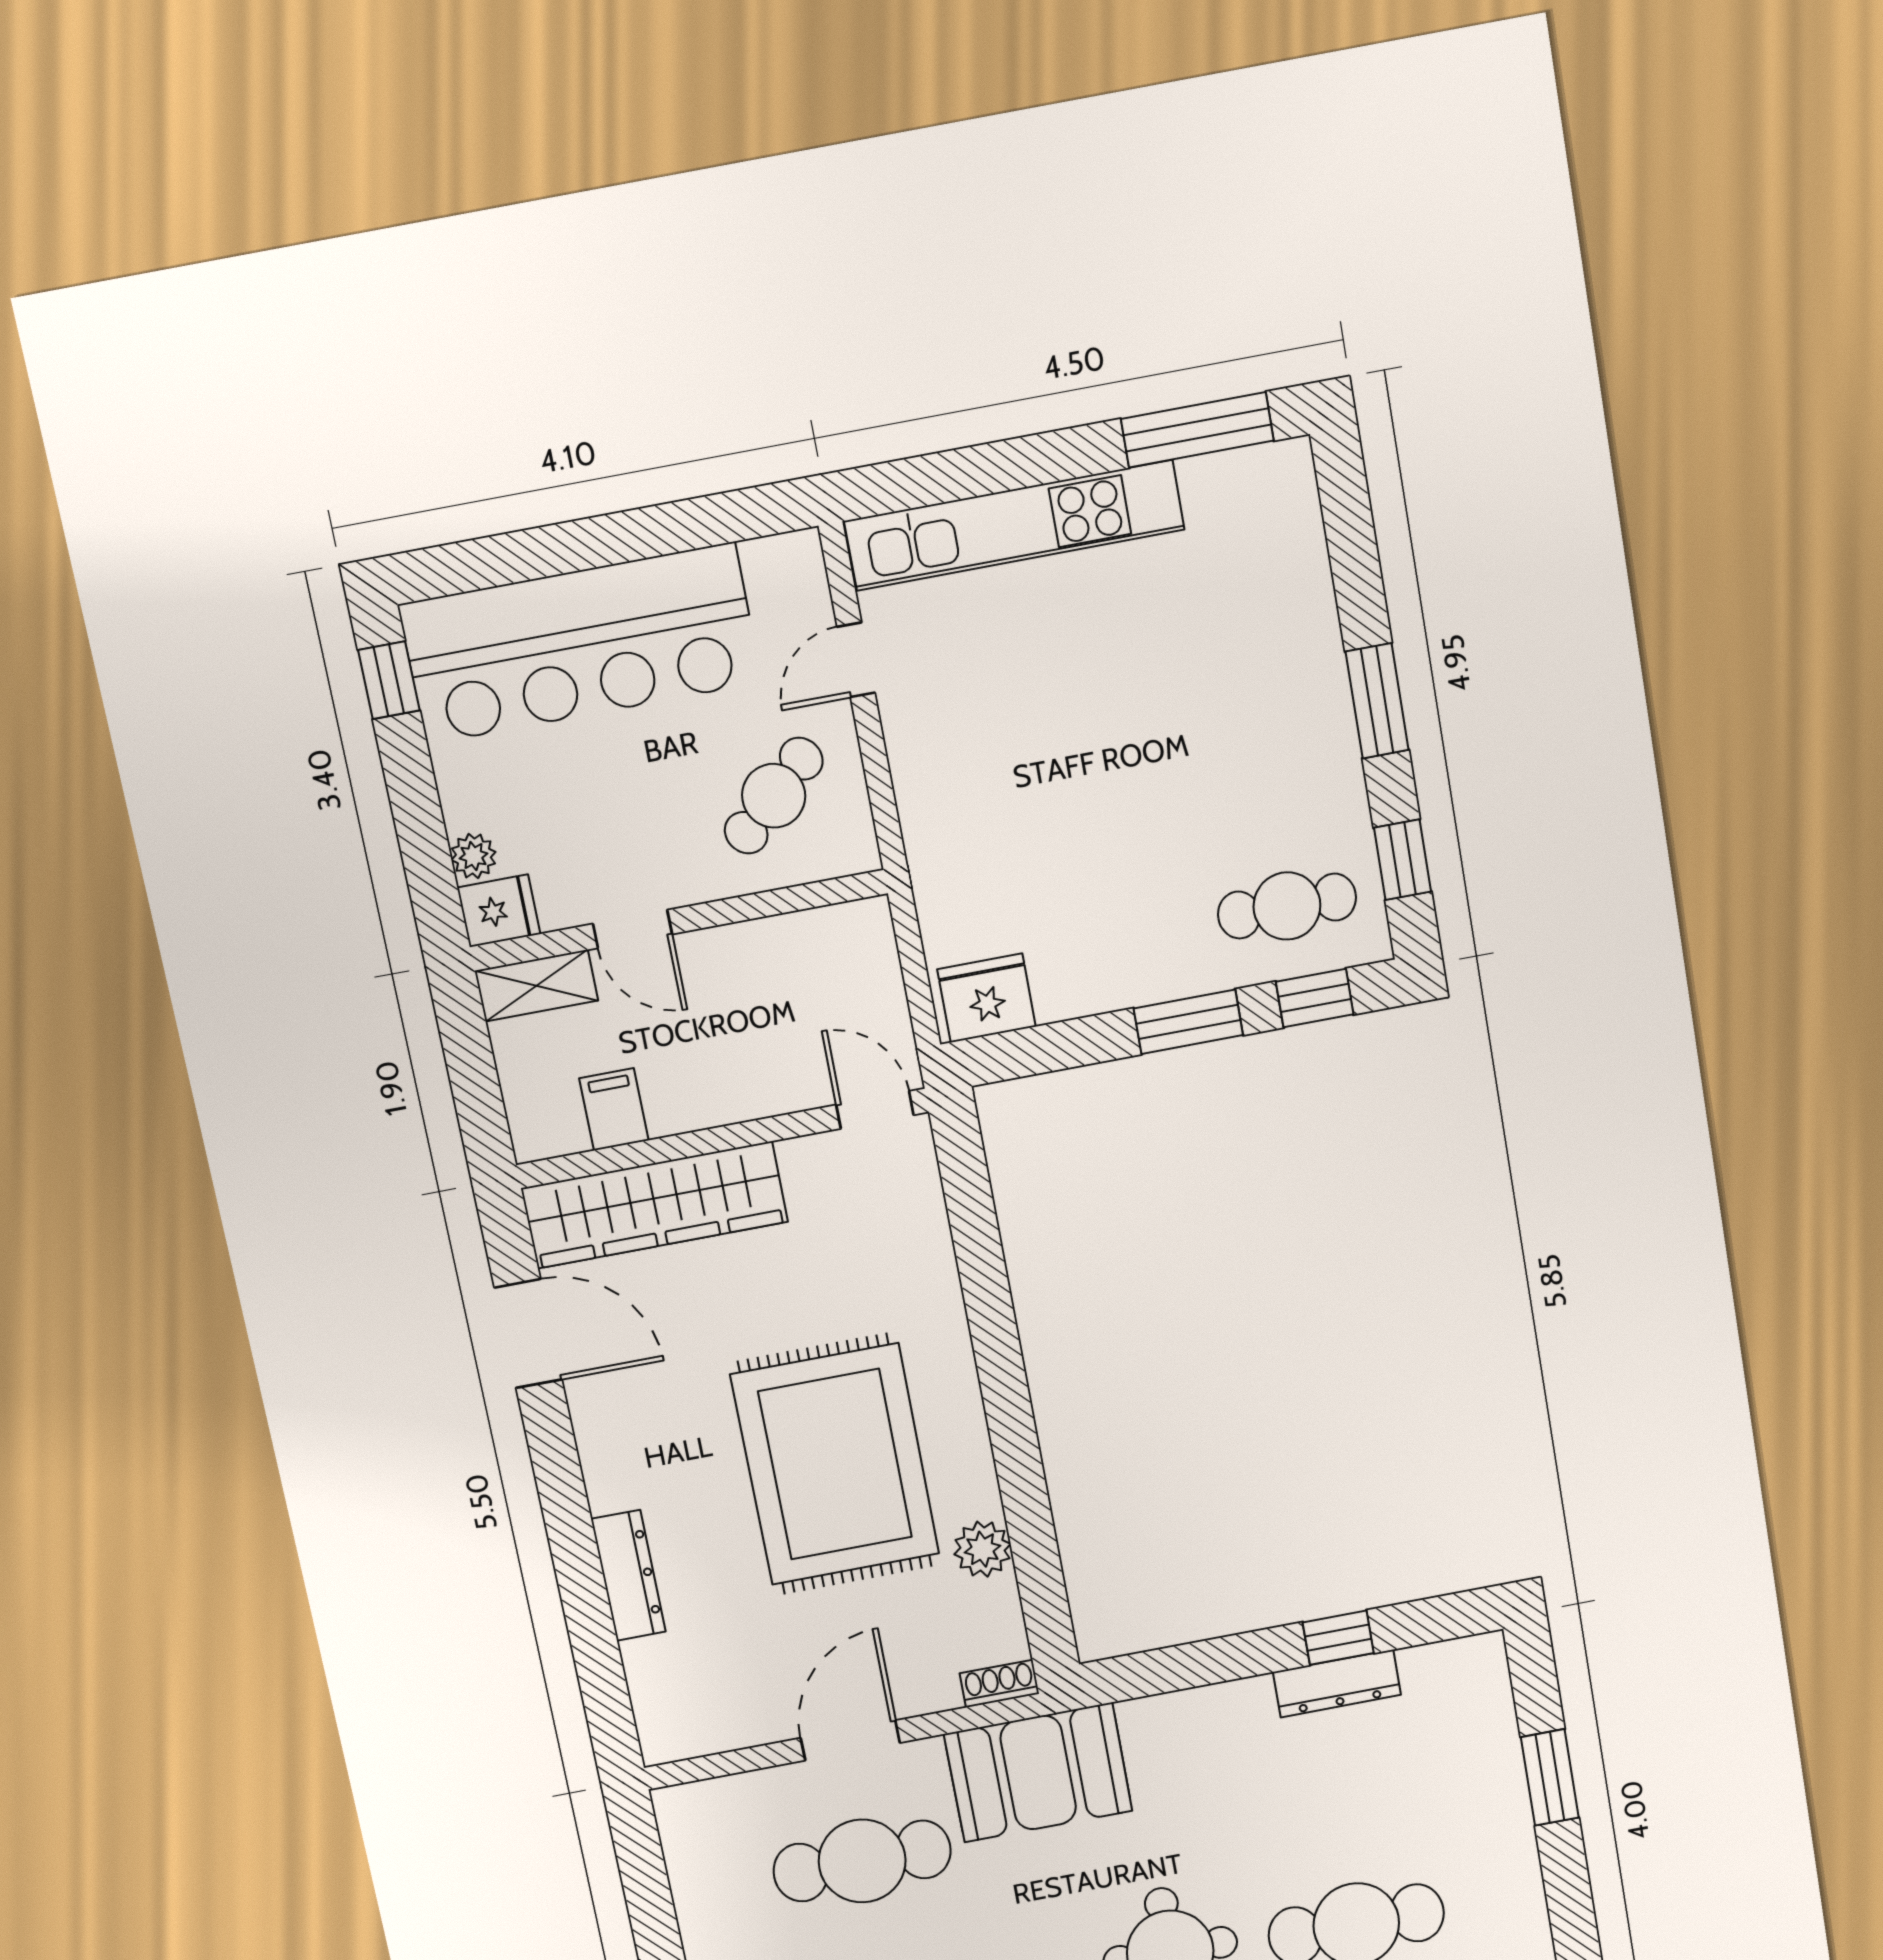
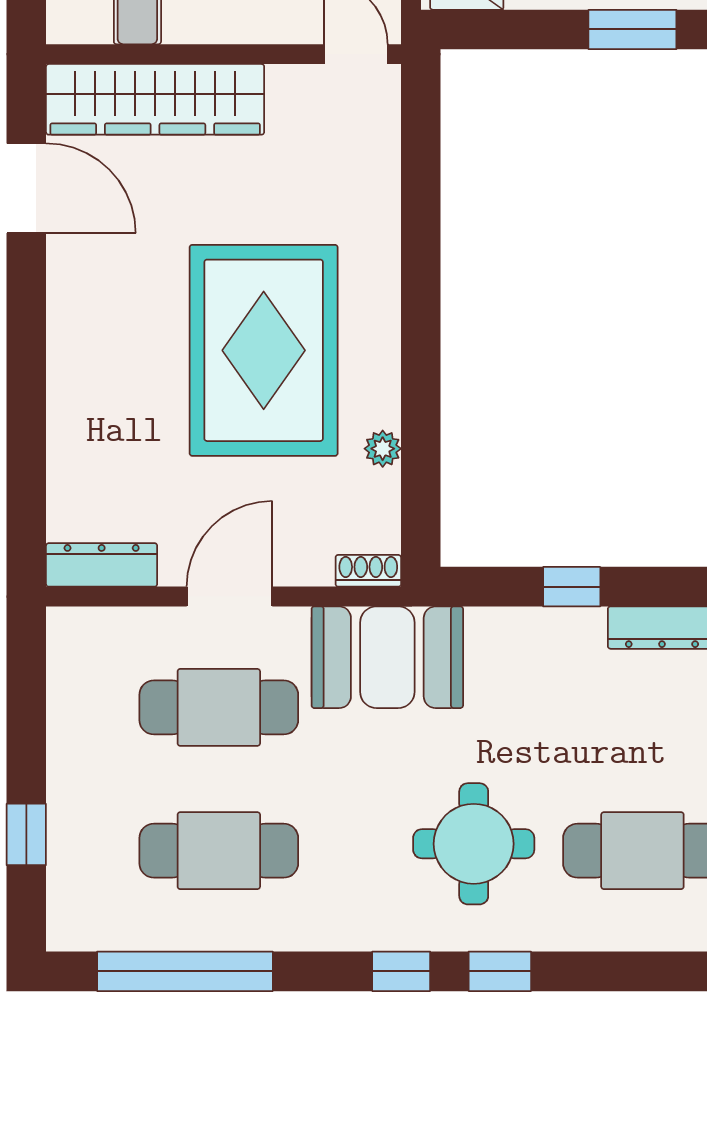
plant: (982, 1549) -> (383, 449), width x0.73, depth x0.73
dresser: (628, 1575) -> (102, 565), moved, turned -90
window: (1338, 1638) -> (572, 587), moved

